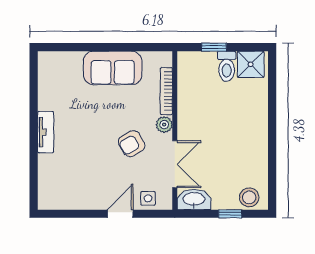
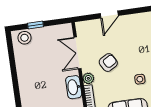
side table: (148, 198) -> (140, 79), moved
washbasin: (194, 200) -> (74, 87), moved, turned 90

